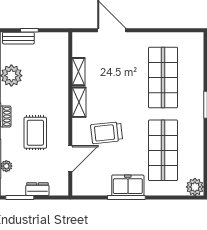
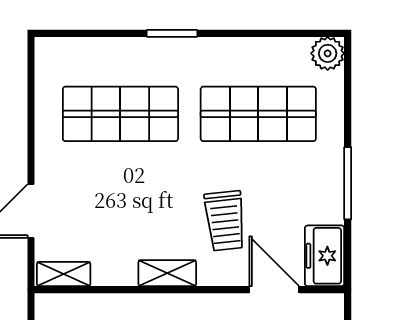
shelving: (78, 72) -> (64, 274), moved
freezer: (128, 185) -> (325, 256), moved

